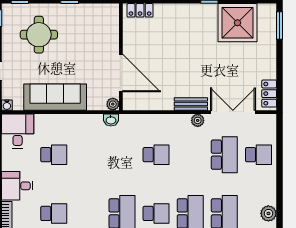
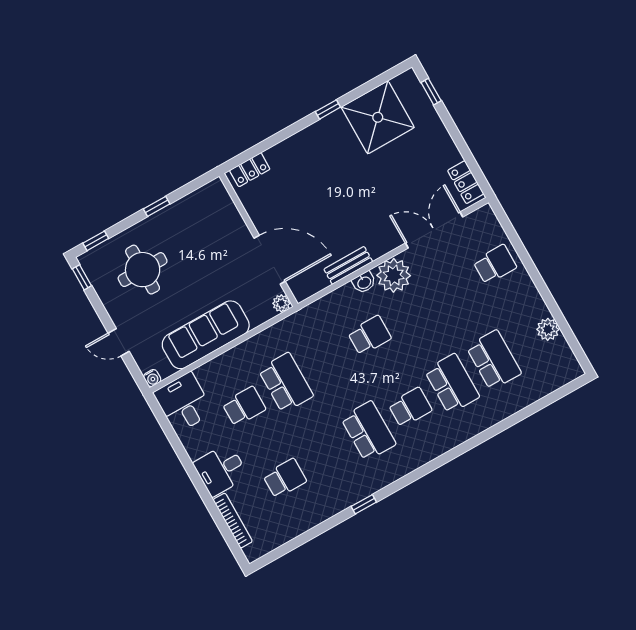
window: (279, 25) -> (431, 92), width x0.67
bench: (191, 104) -> (348, 265), moved
washbasin: (111, 120) -> (364, 282), moved
plant: (198, 120) -> (394, 275), width x1.88, depth x1.88
school desk: (224, 155) -> (286, 383), moved

